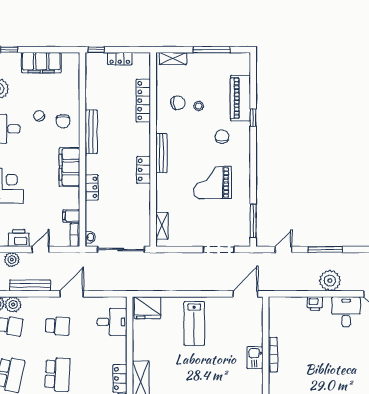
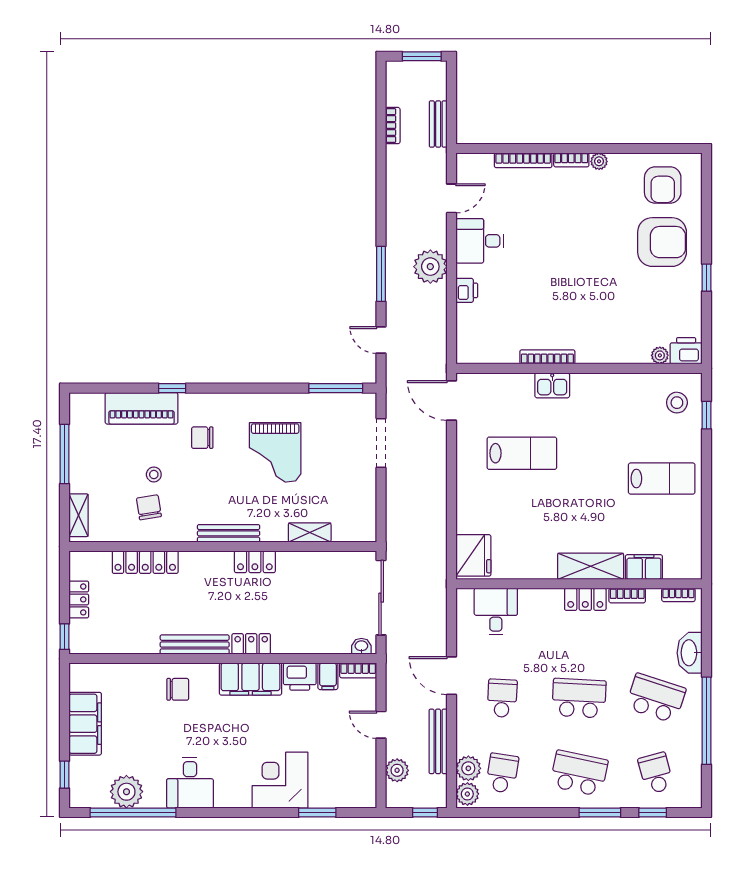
chair: (39, 116) -> (169, 727), removed
locker: (92, 187) -> (251, 644), moved
shelving: (162, 226) -> (310, 532), moved
printer: (19, 238) -> (300, 677), moved, turned -90
lab bench: (194, 323) -> (522, 453), moved

